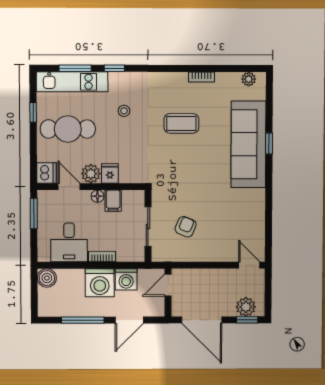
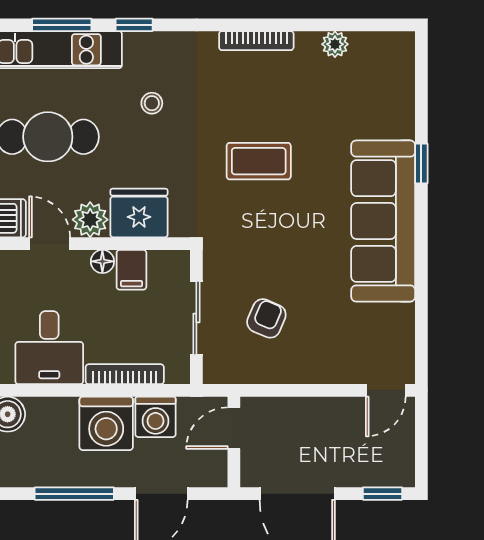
bookcase: (201, 77) -> (256, 41), moved, width x1.56
plant: (249, 79) -> (335, 44), moved
coffee table: (181, 123) -> (259, 161), moved
sofa: (248, 144) -> (383, 221), moved
fridge: (110, 173) -> (139, 213), width x1.88, depth x1.34
bookcase: (102, 257) -> (125, 374), width x1.56
door: (249, 265) -> (386, 390), swing flipped
plant: (246, 307) -> (380, 469), removed

